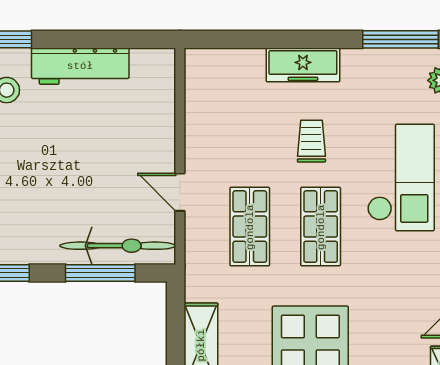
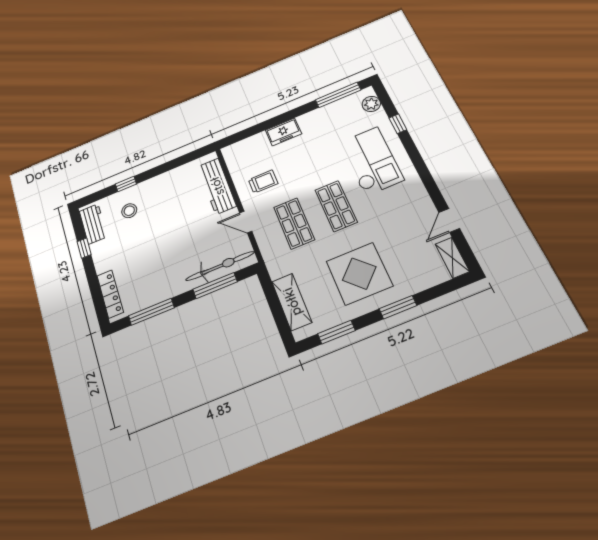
freezer: (303, 65) -> (283, 132), width x0.71
workbench: (80, 66) -> (217, 186), moved, turned 90
trolley: (311, 141) -> (263, 182), moved, turned 90

